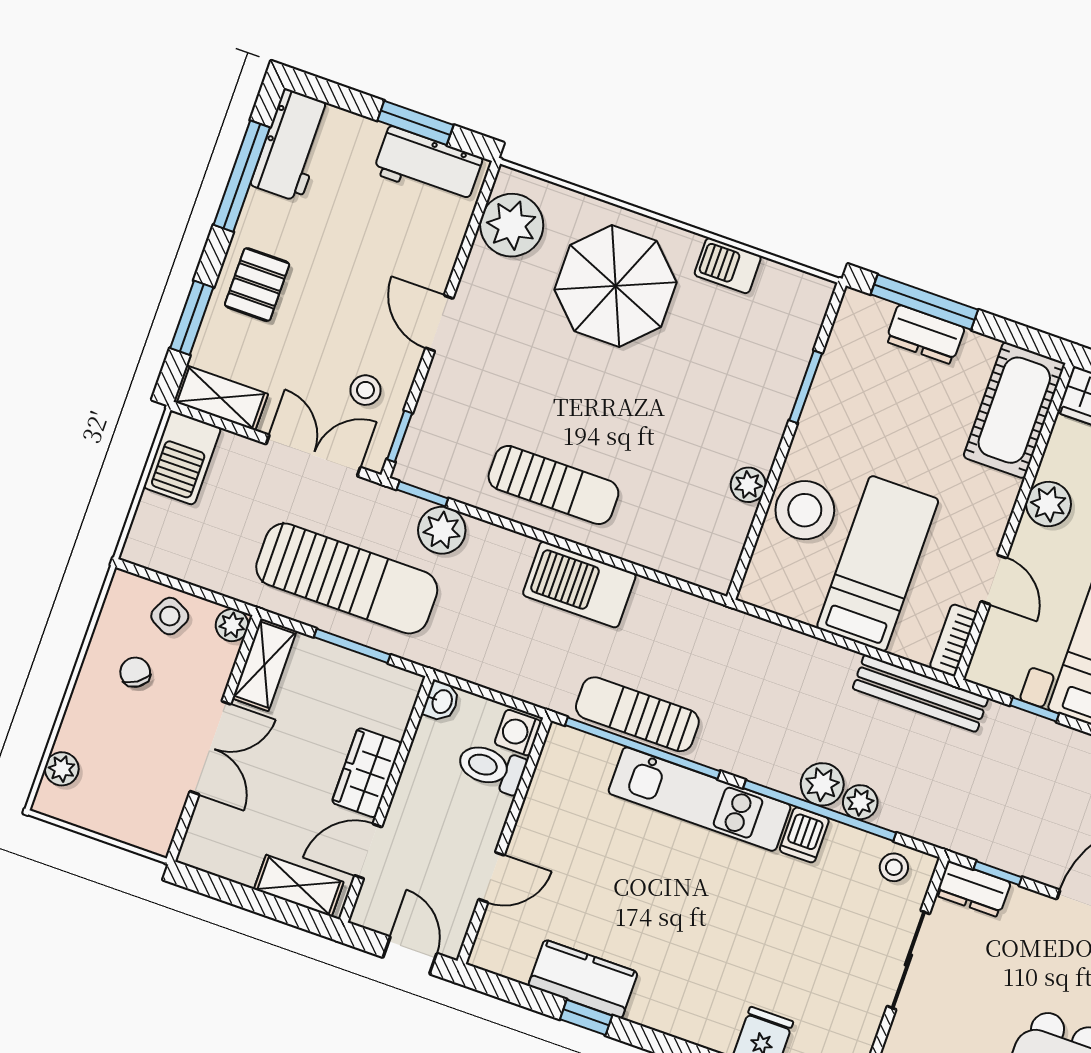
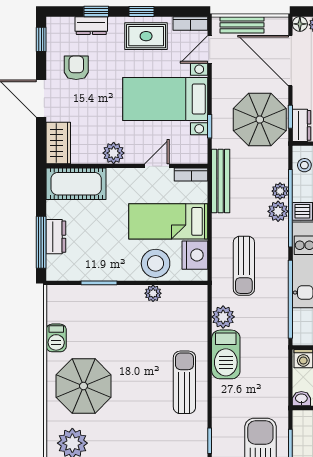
plant: (442, 530) -> (223, 317), moved
nightstand: (794, 593) -> (195, 255), added
sun lounger: (637, 714) -> (244, 266), moved
parasol: (1013, 812) -> (260, 120), added

